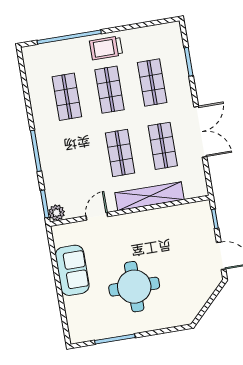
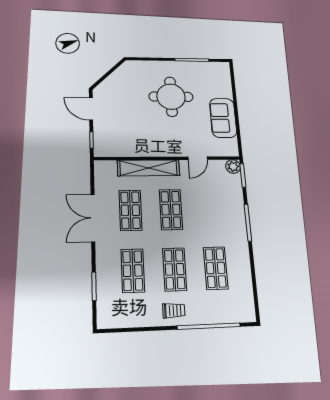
trolley: (106, 48) -> (174, 311), width x0.73, depth x0.72

